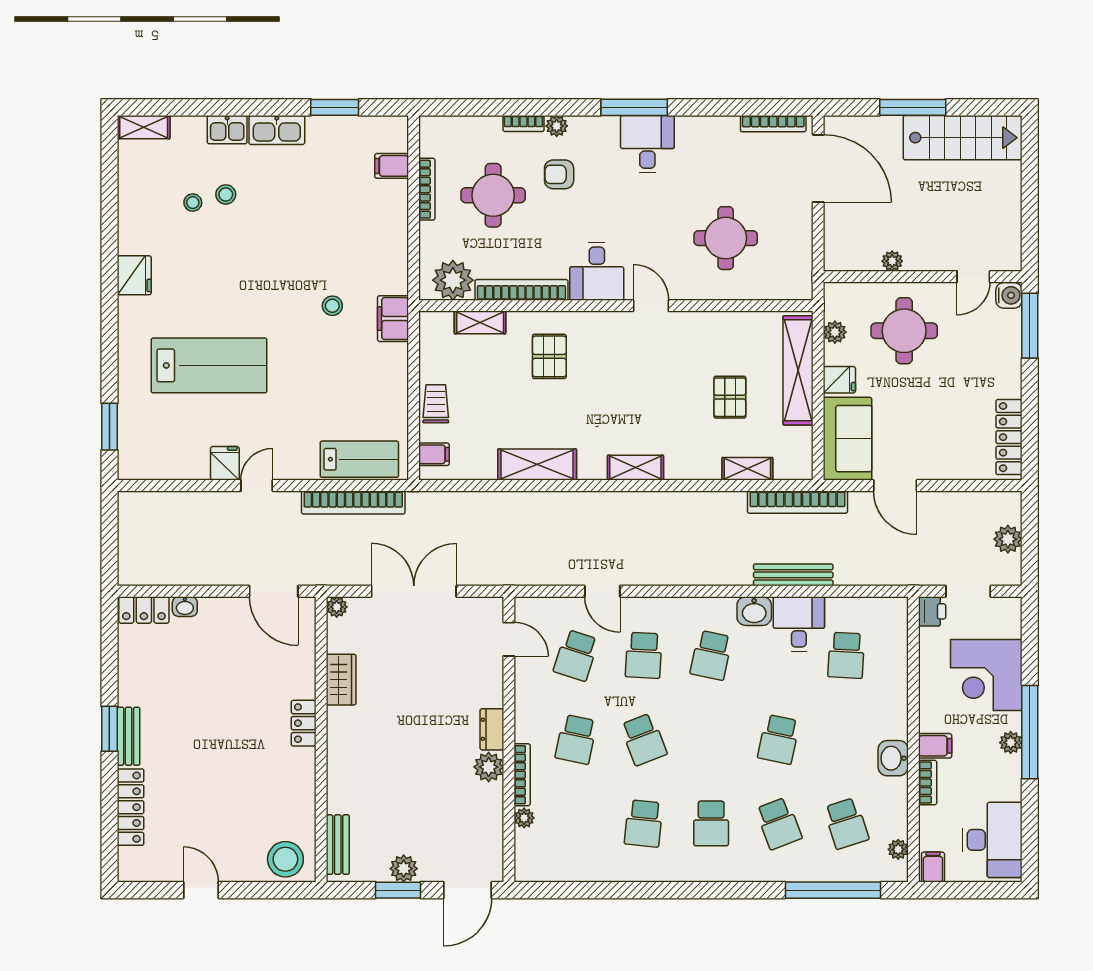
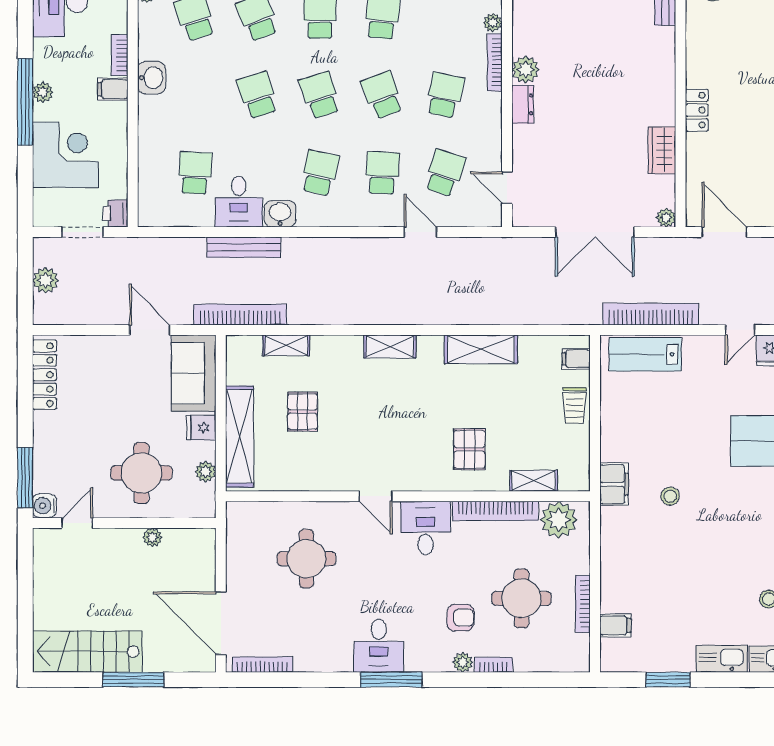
school desk: (711, 739) -> (320, 95), added
school desk: (779, 739) -> (257, 95), turned -30

